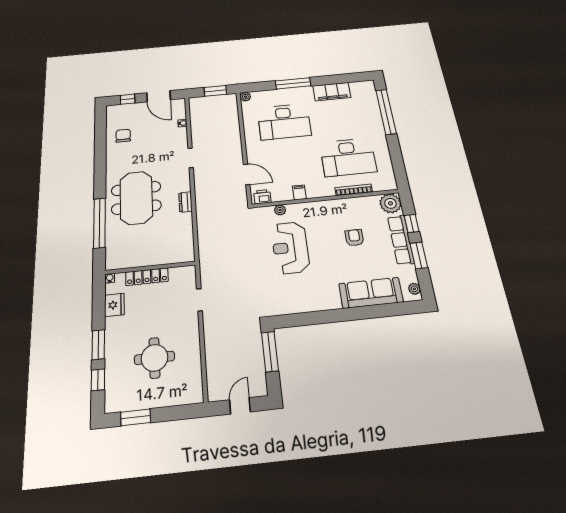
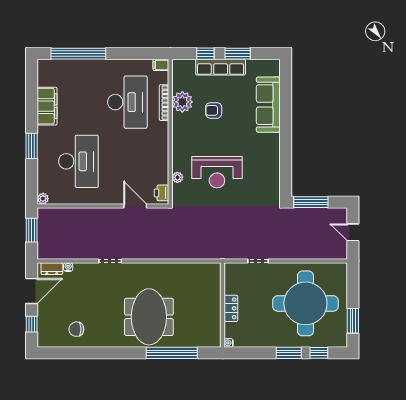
window: (293, 83) -> (32, 146), width x0.69
door: (247, 174) -> (135, 206), hinge flipped
filing cabinet: (299, 192) -> (161, 65), moved
meeting table: (136, 198) -> (149, 317), turned 90
dresser: (185, 202) -> (52, 269), moved
plant: (390, 203) -> (182, 102), moved
locker: (147, 277) -> (231, 308), width x0.66
plant: (414, 289) -> (269, 65), removed
fridge: (114, 305) -> (254, 339), removed
round table: (154, 358) -> (305, 303), width x1.86, depth x1.86

